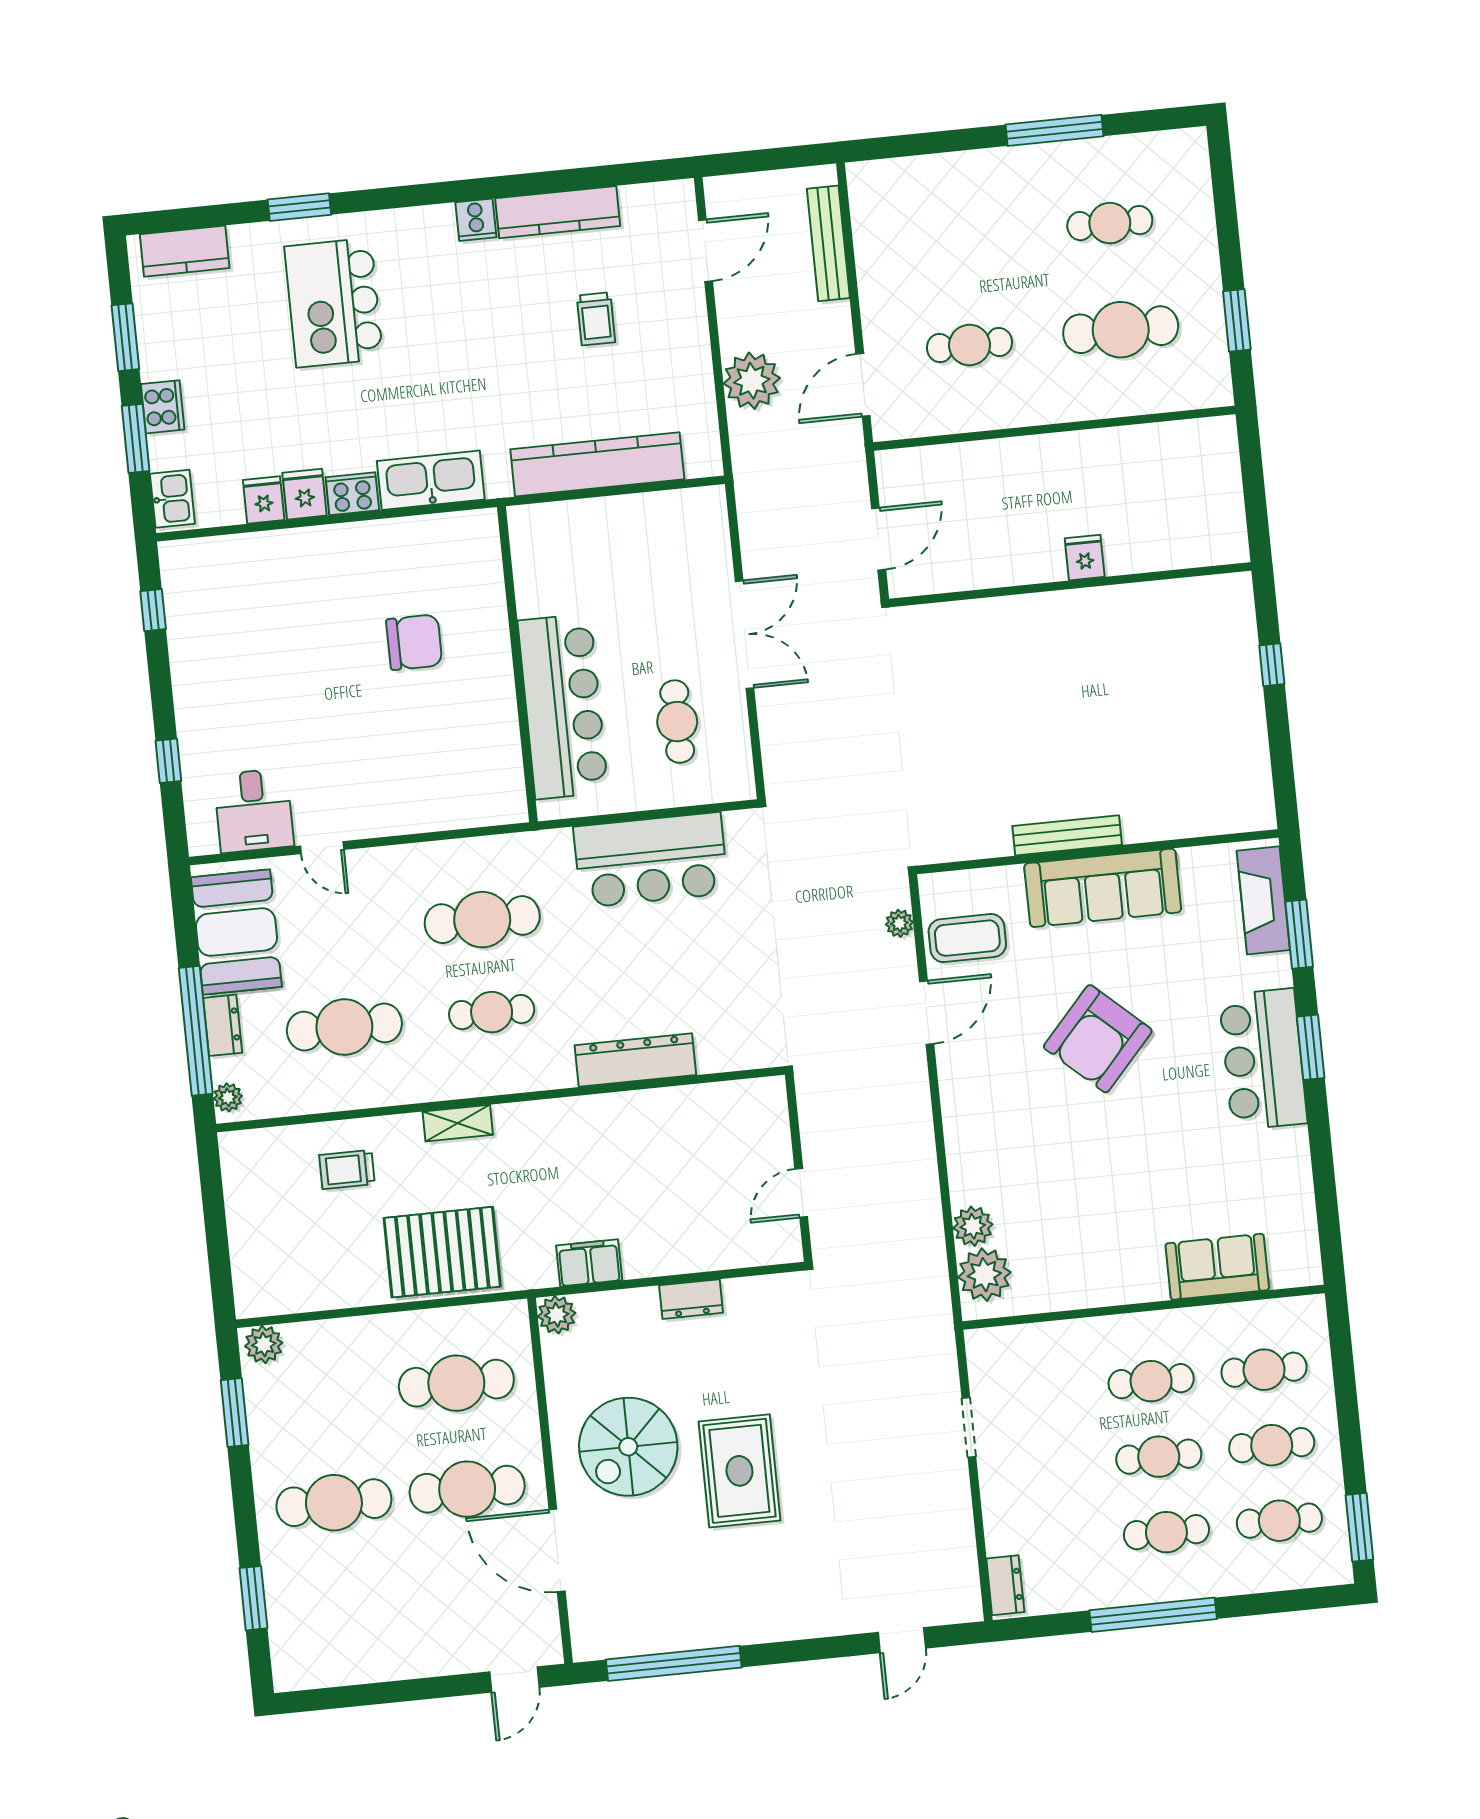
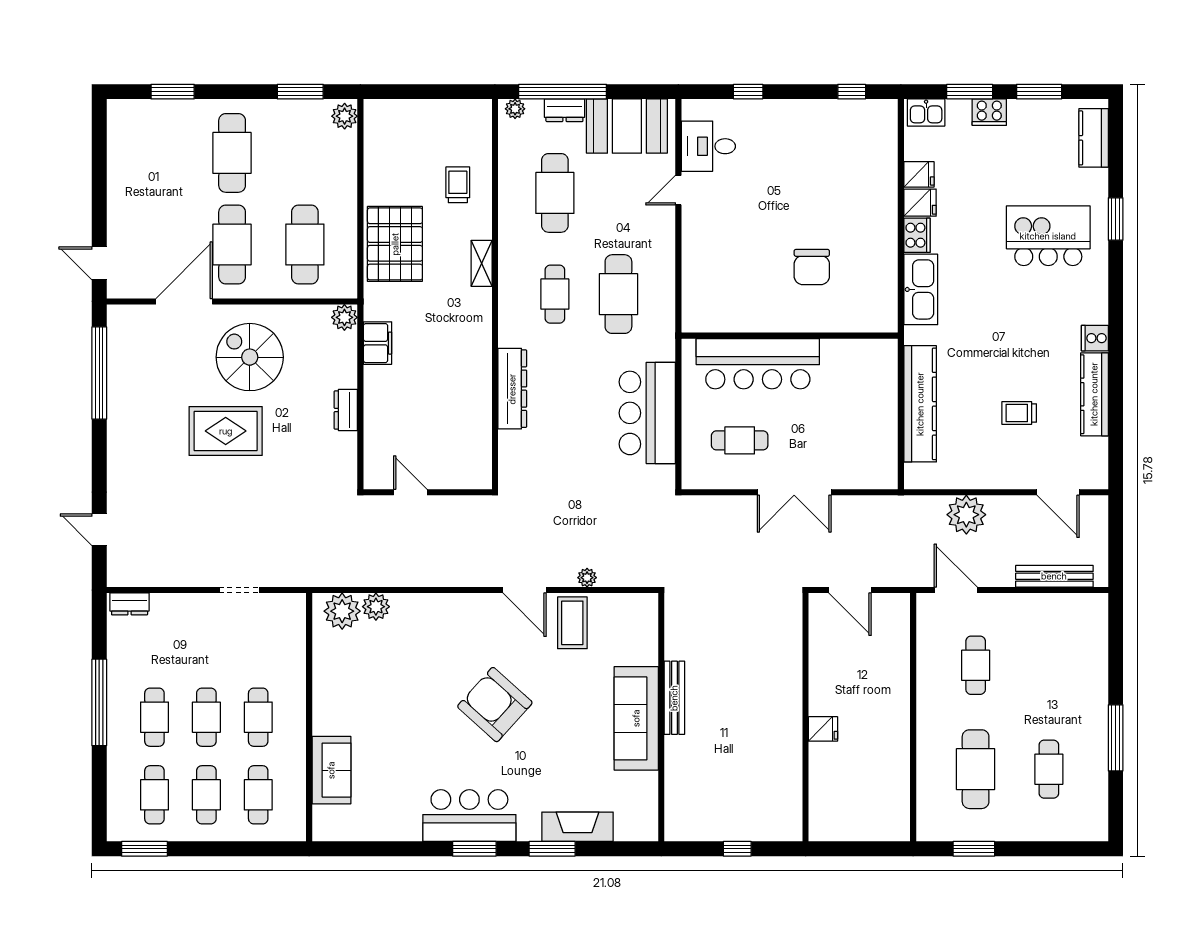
bench: (1067, 835) -> (674, 698), moved
wall: (1097, 852) -> (661, 717), moved
sofa: (1103, 888) -> (636, 718), moved

